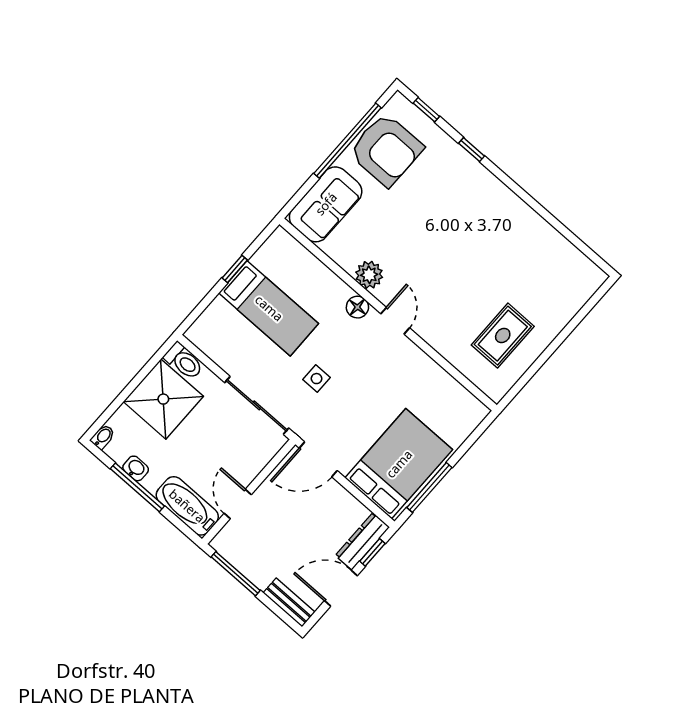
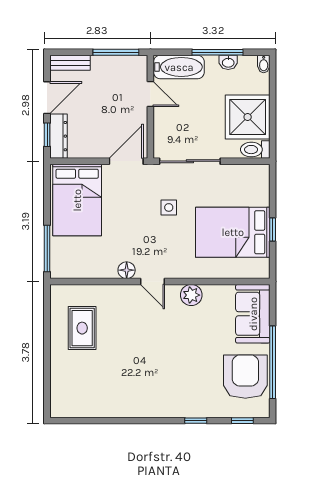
armchair: (386, 150) -> (245, 377), turned 90
floor lamp: (357, 307) -> (127, 270), moved
bed: (269, 308) -> (233, 232), width x1.50
window: (429, 488) -> (47, 248), moved

